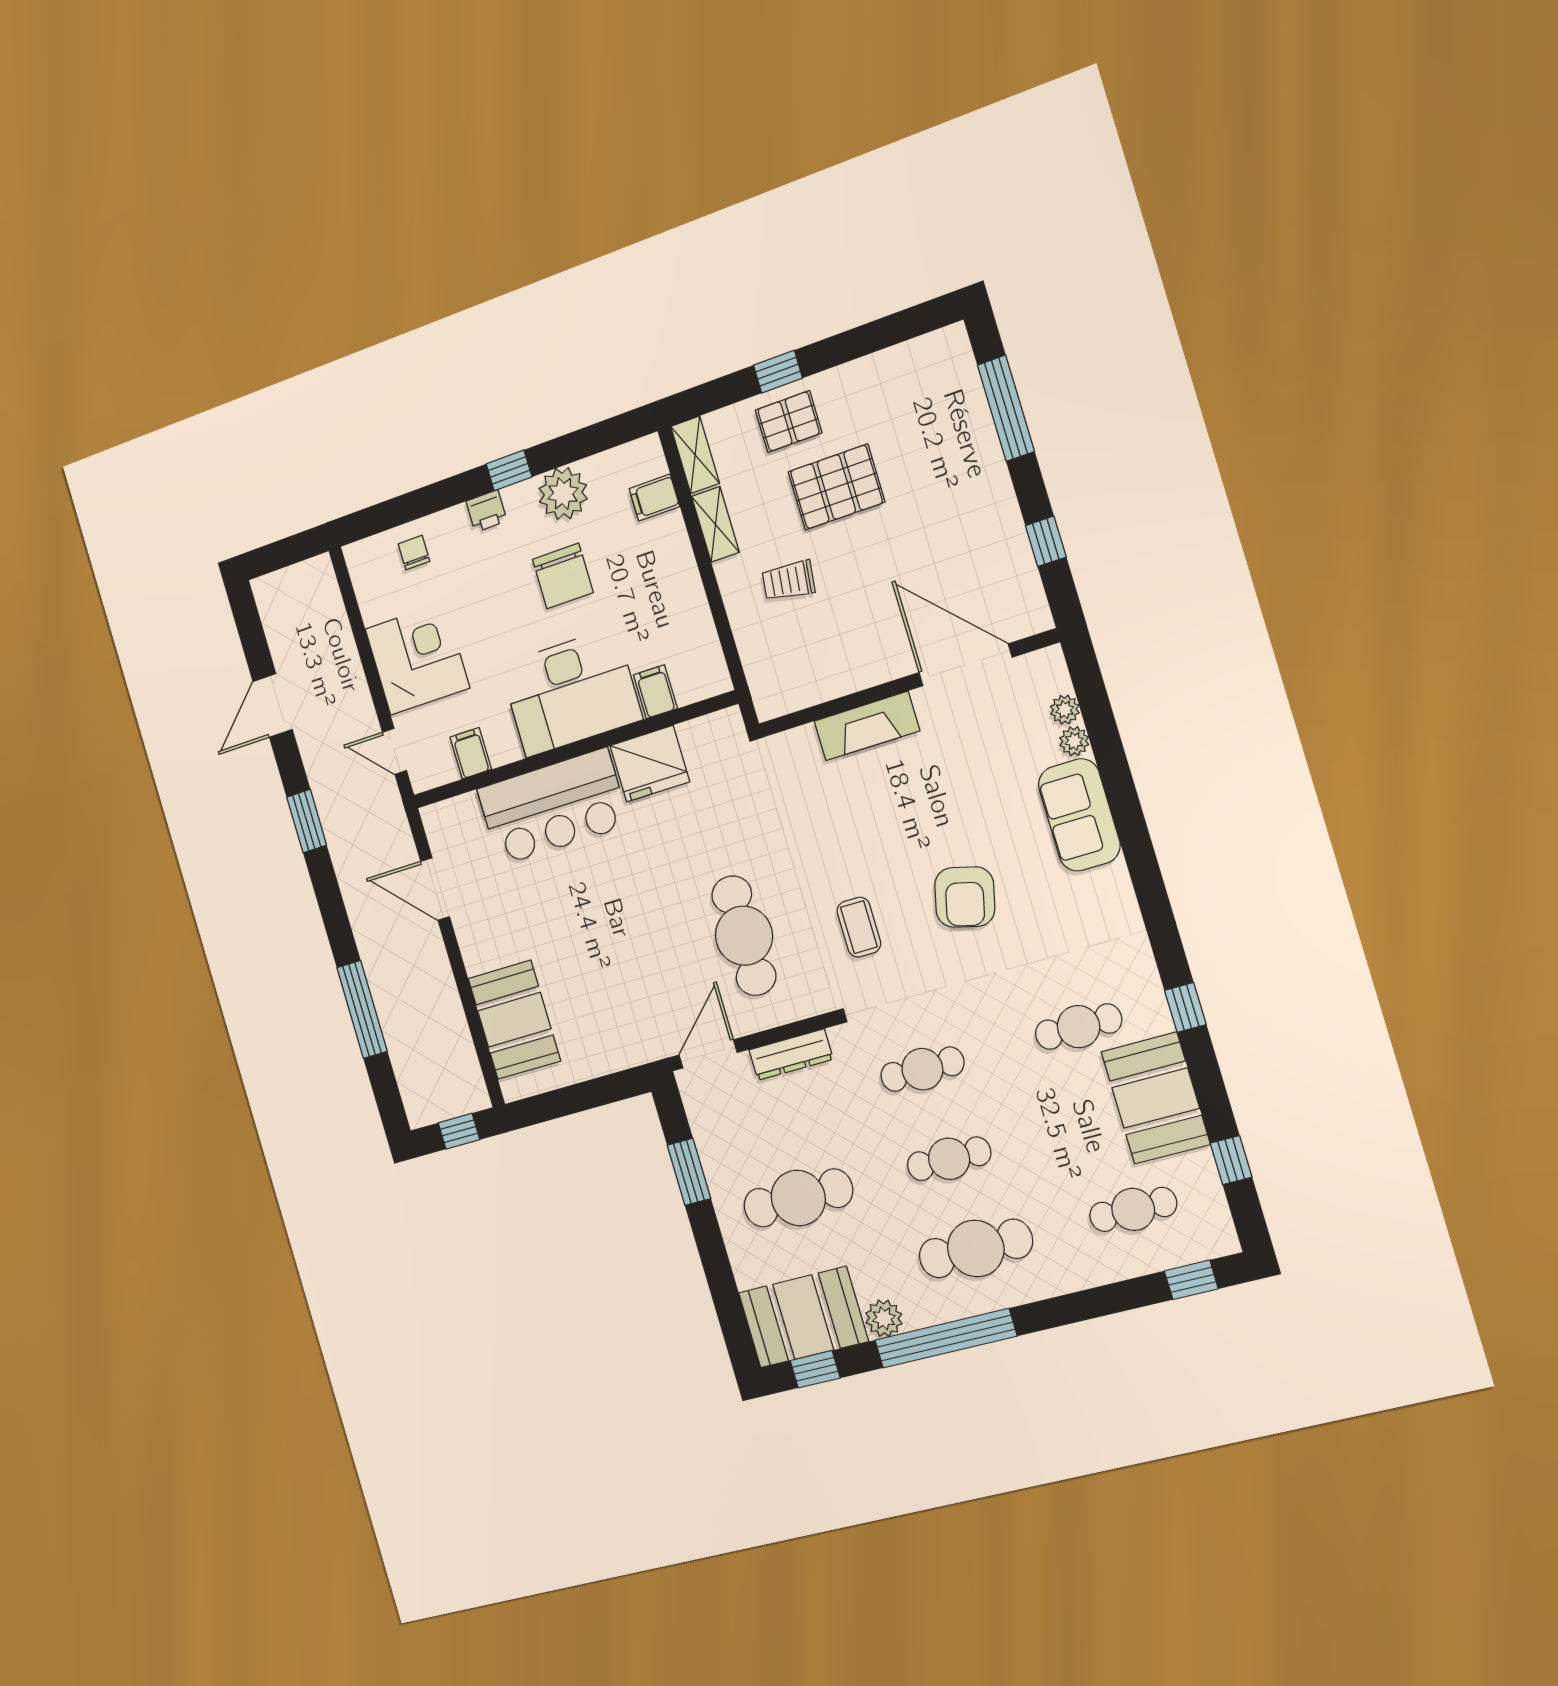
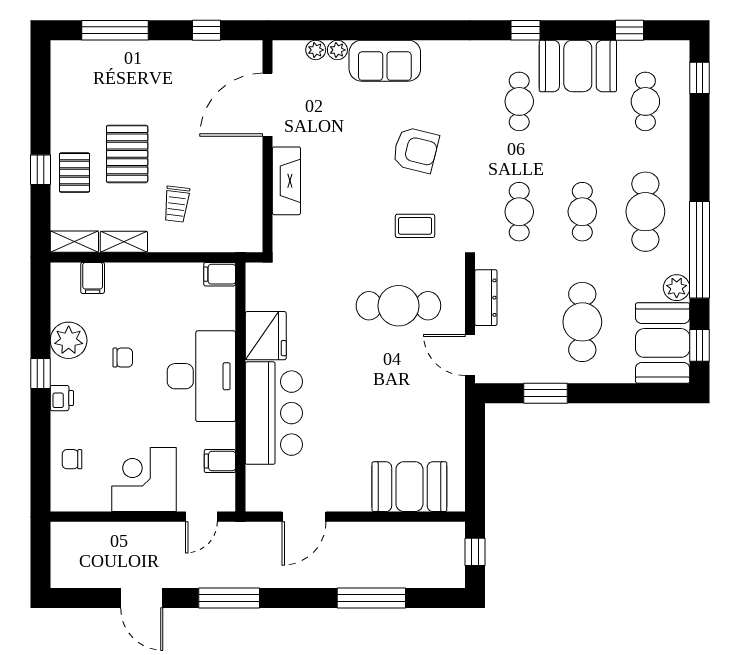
chair: (563, 576) -> (123, 358), width x0.54, depth x0.54
filing cabinet: (655, 692) -> (220, 274), moved
window: (307, 821) -> (229, 598), width x1.44

